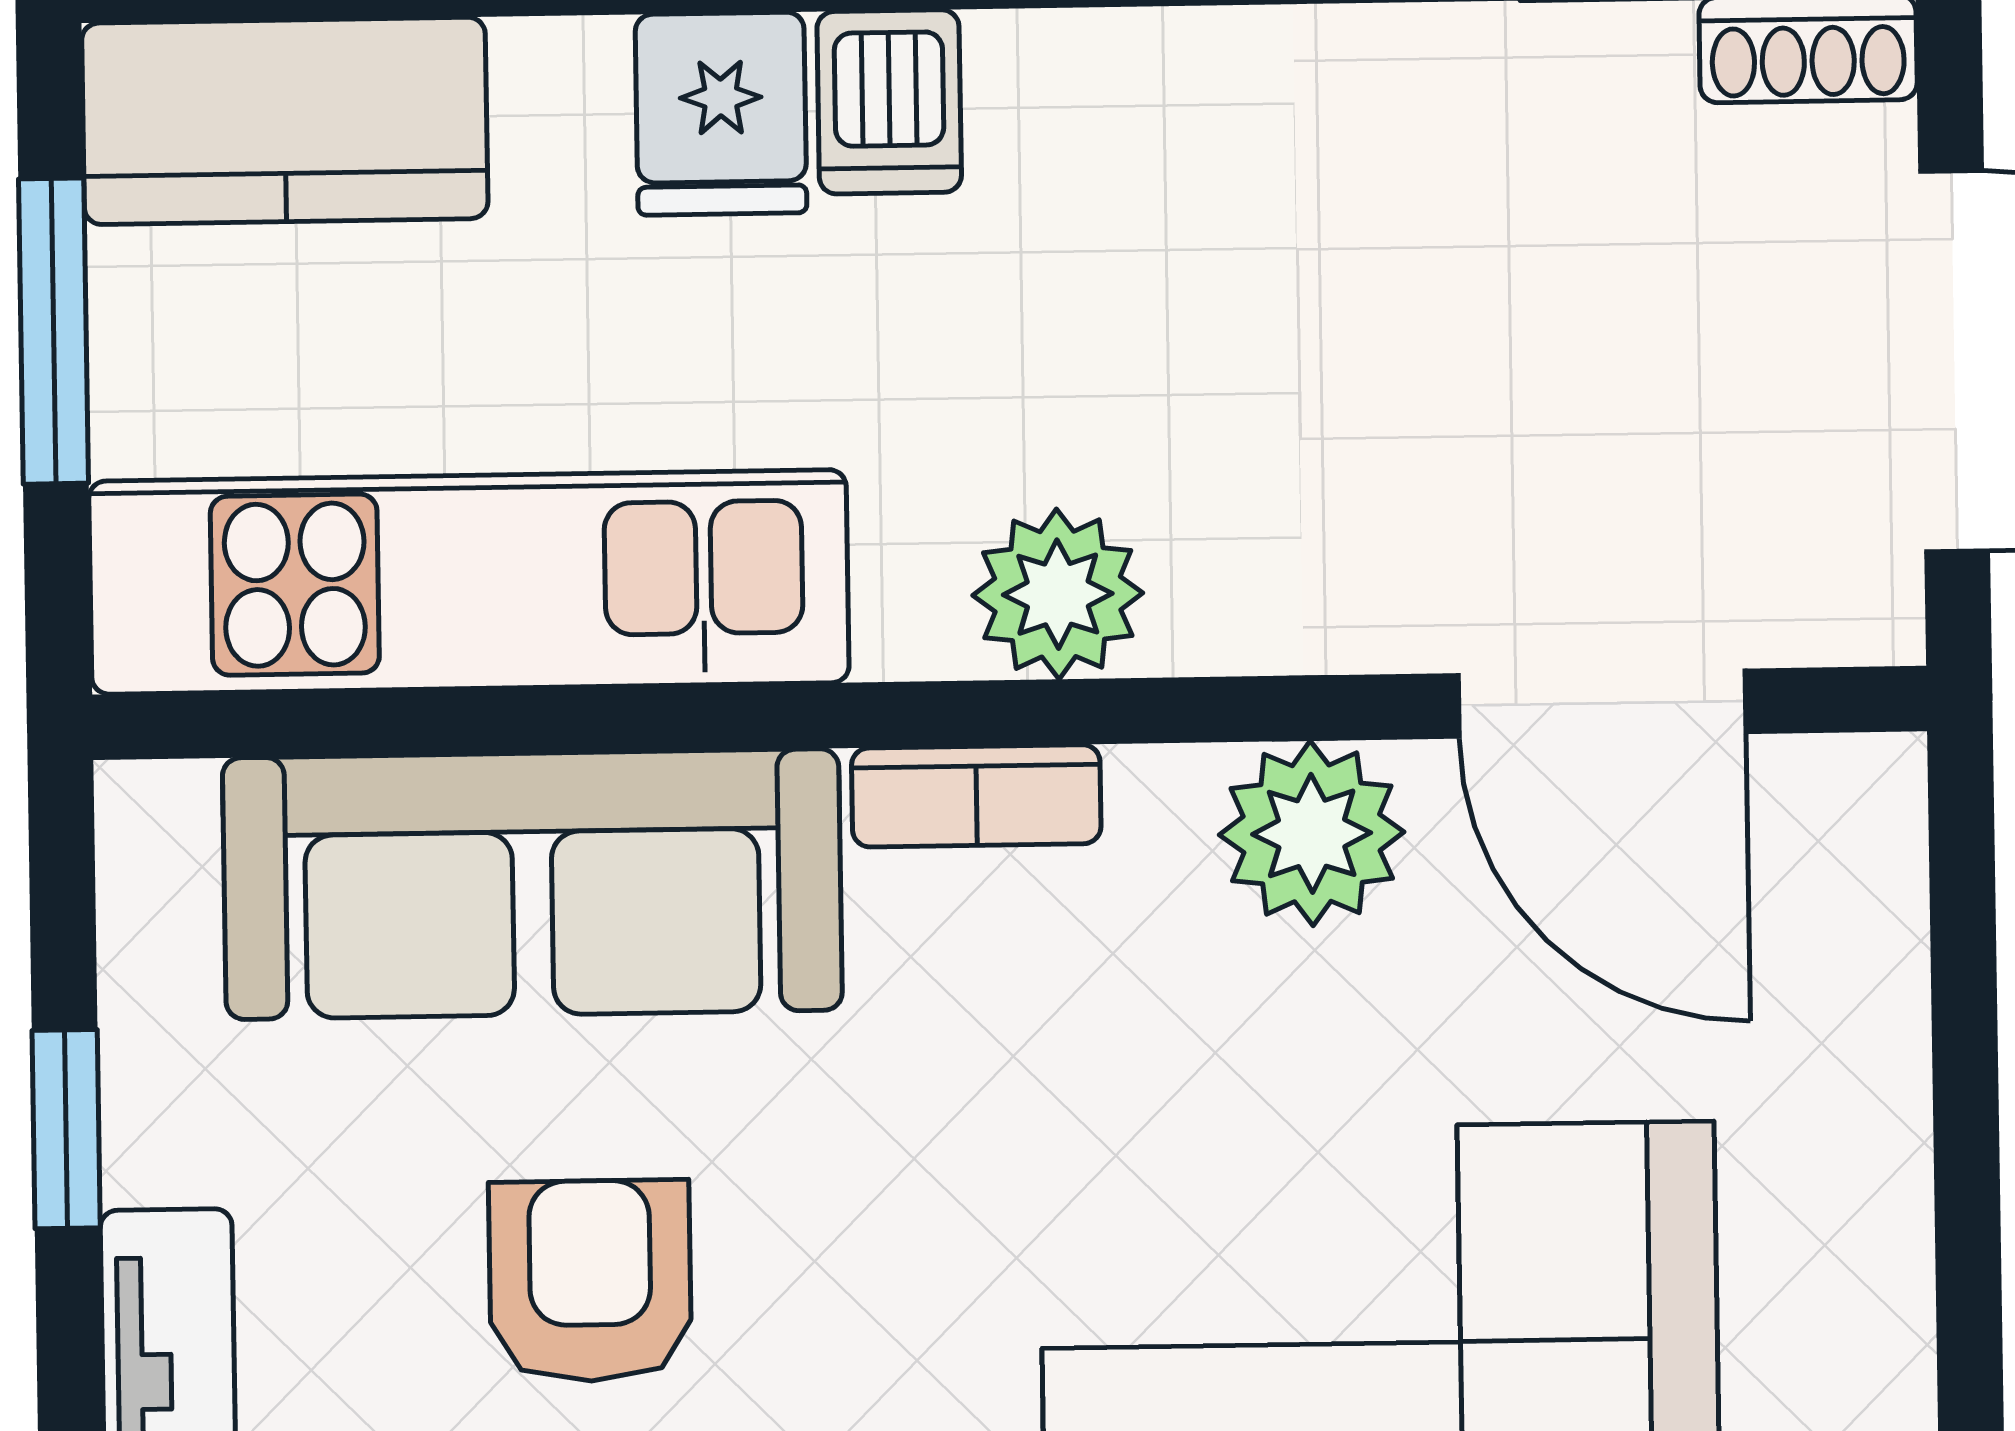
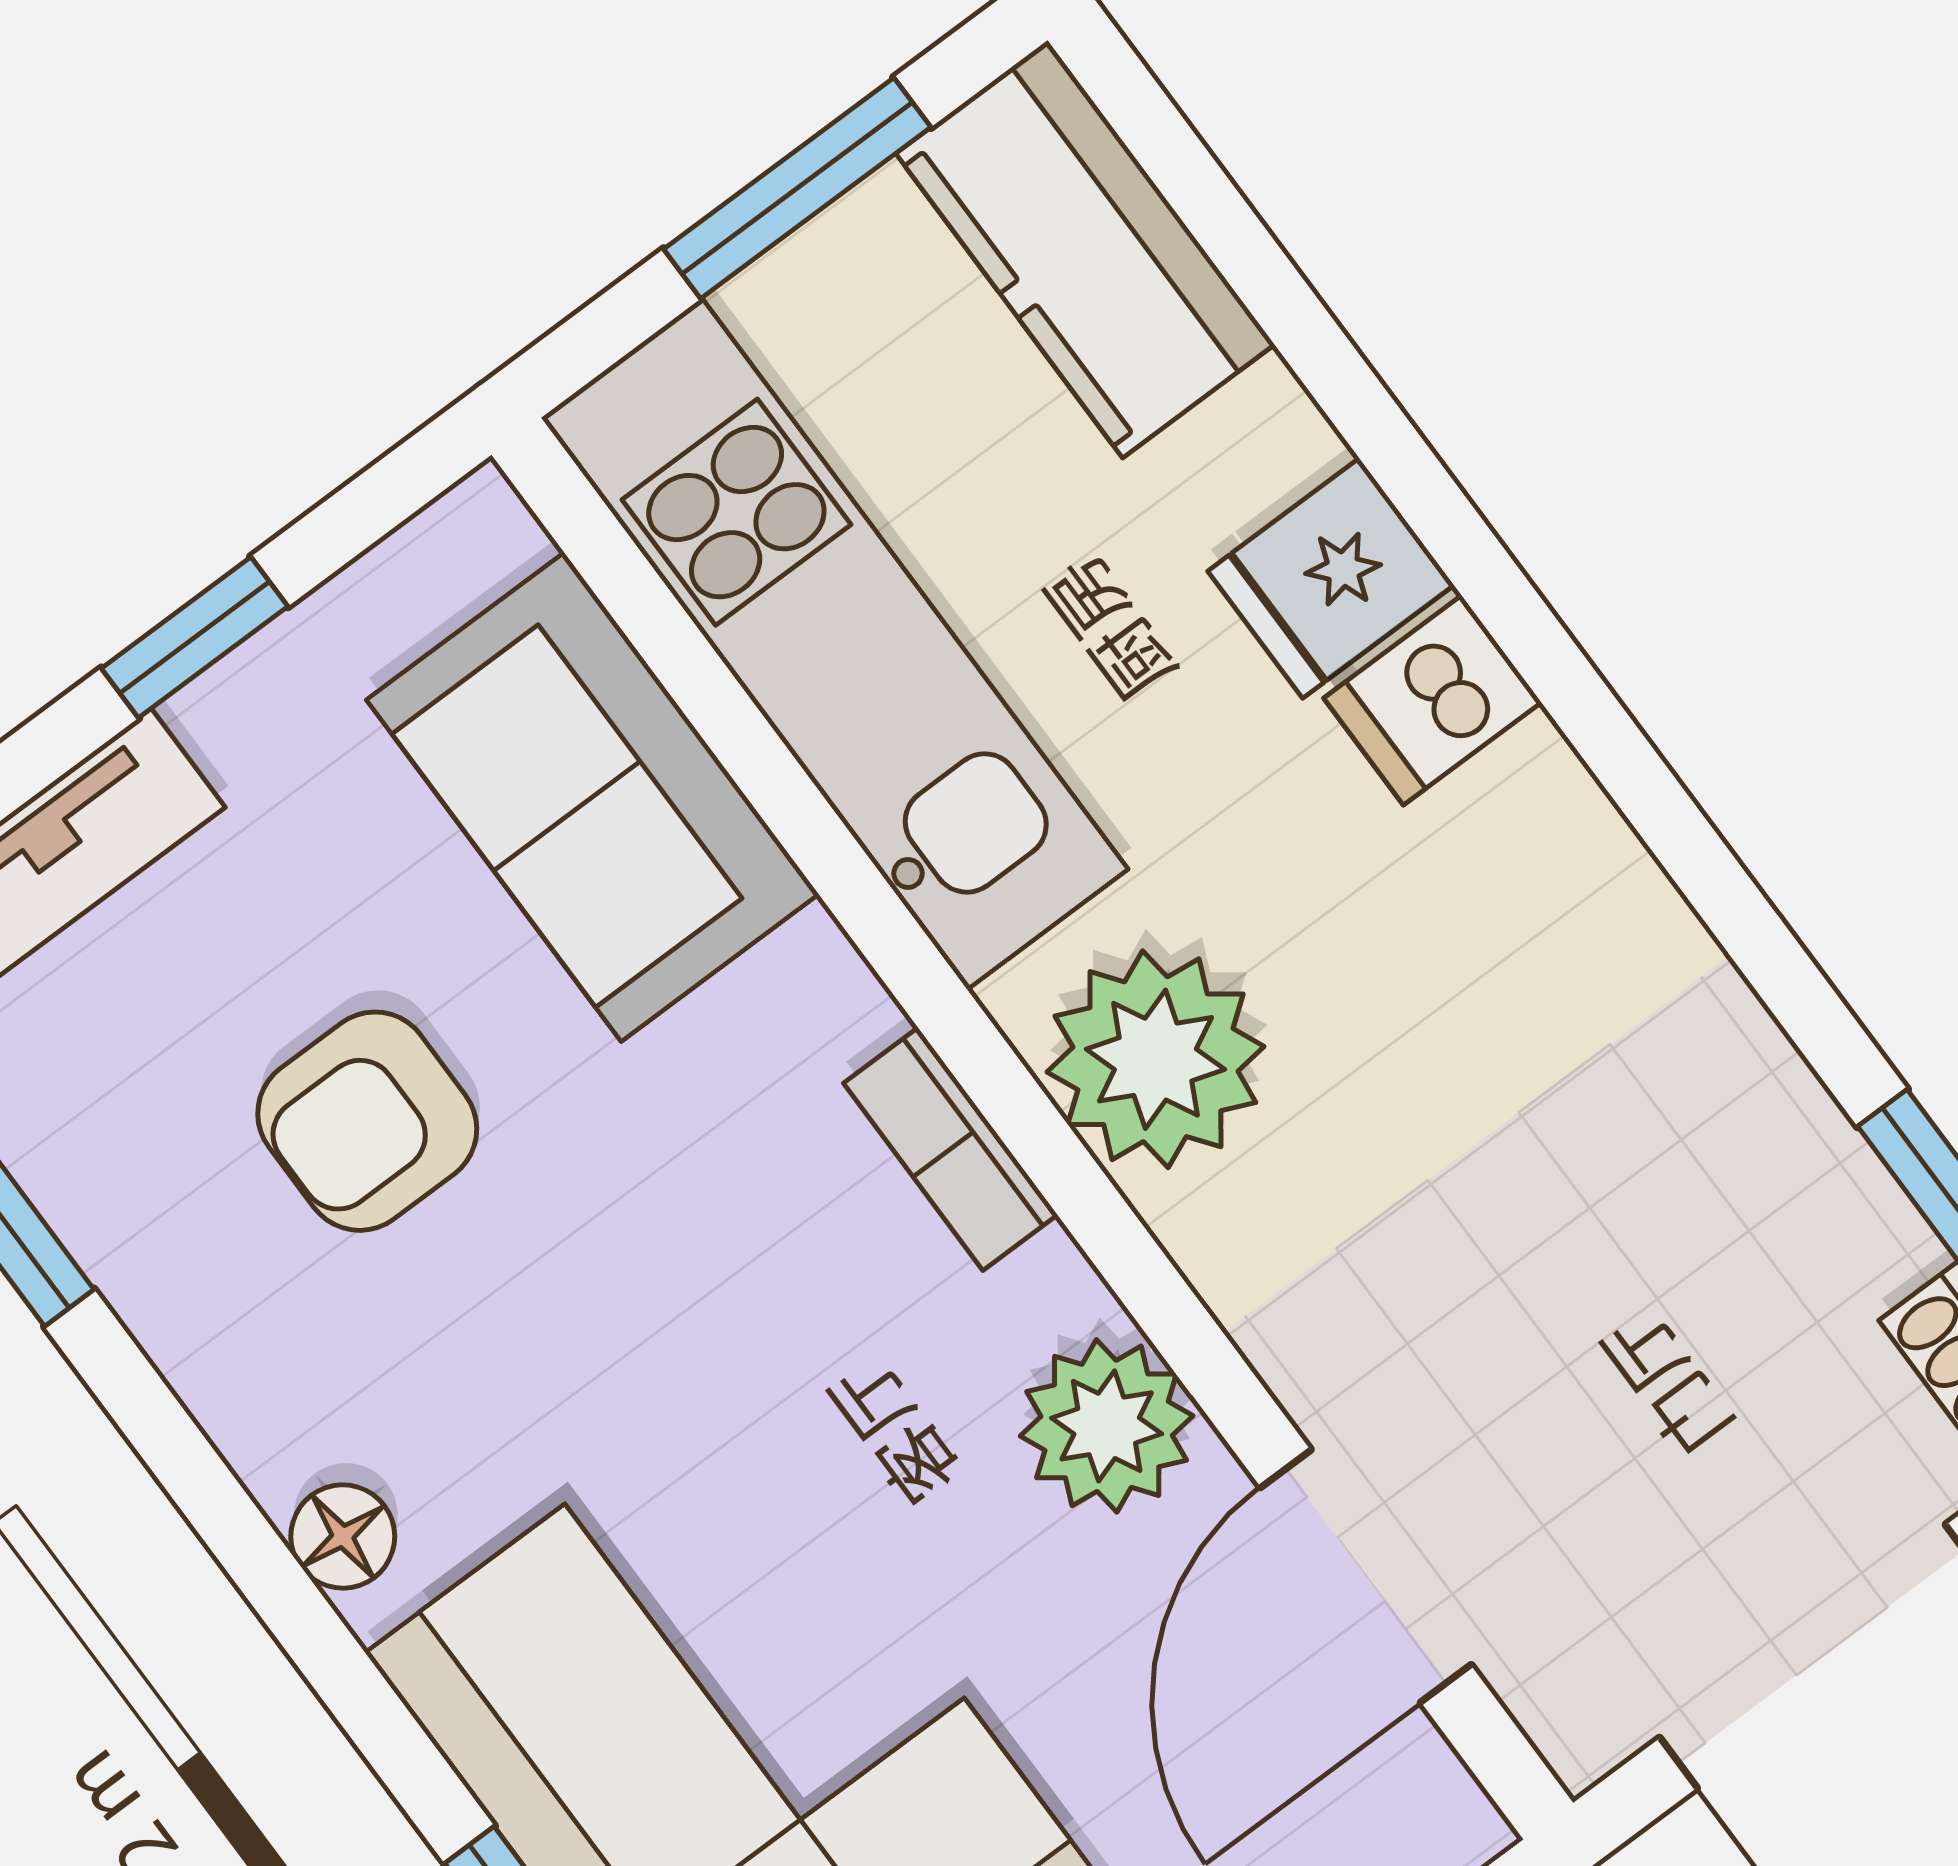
plant: (1058, 594) -> (1155, 1059), width x1.36, depth x1.36
sofa: (532, 884) -> (593, 797), width x0.73
armchair: (590, 1281) -> (367, 1121), turned 180

